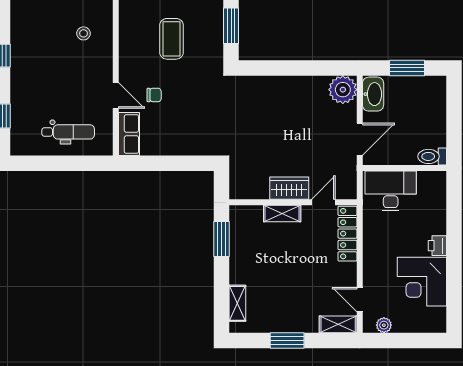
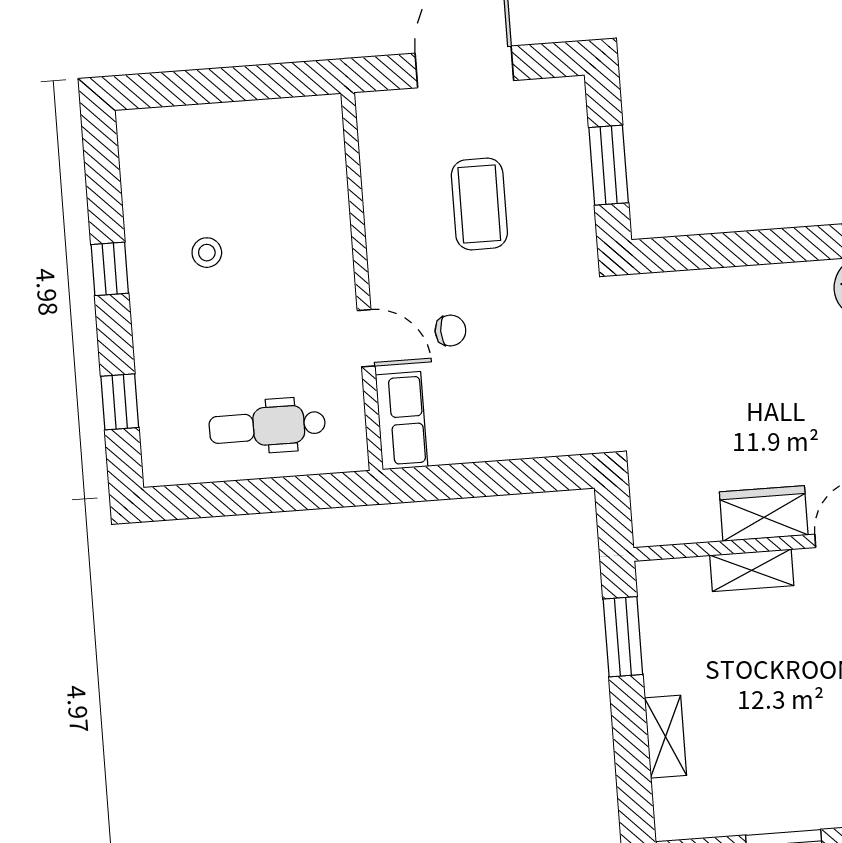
stool: (84, 33) -> (207, 253), moved
dental chair: (68, 132) -> (267, 426), turned 180
shelving: (237, 303) -> (665, 737), moved

